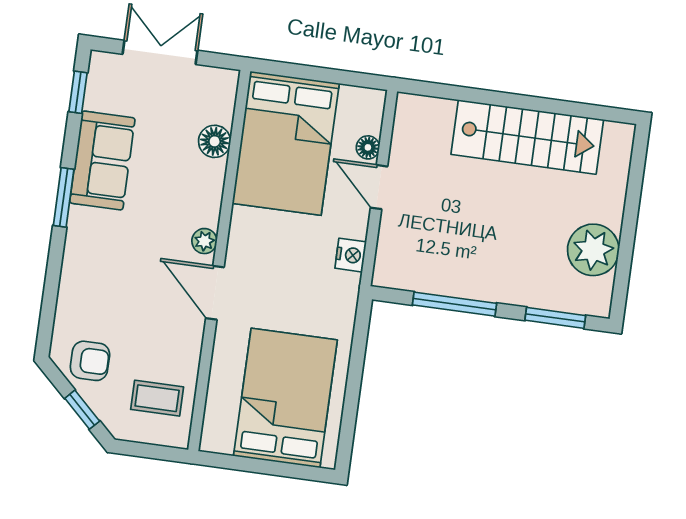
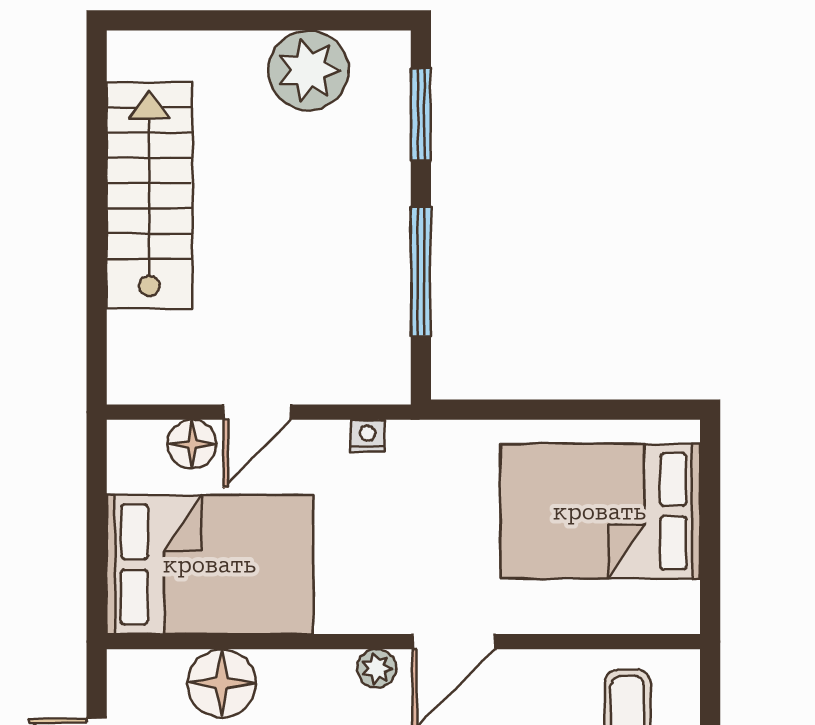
floor lamp: (215, 141) -> (222, 683), width x1.38, depth x1.38
floor lamp: (368, 147) -> (192, 444), width x1.37, depth x1.37
nightstand: (351, 255) -> (367, 436), width x0.72, depth x0.74

